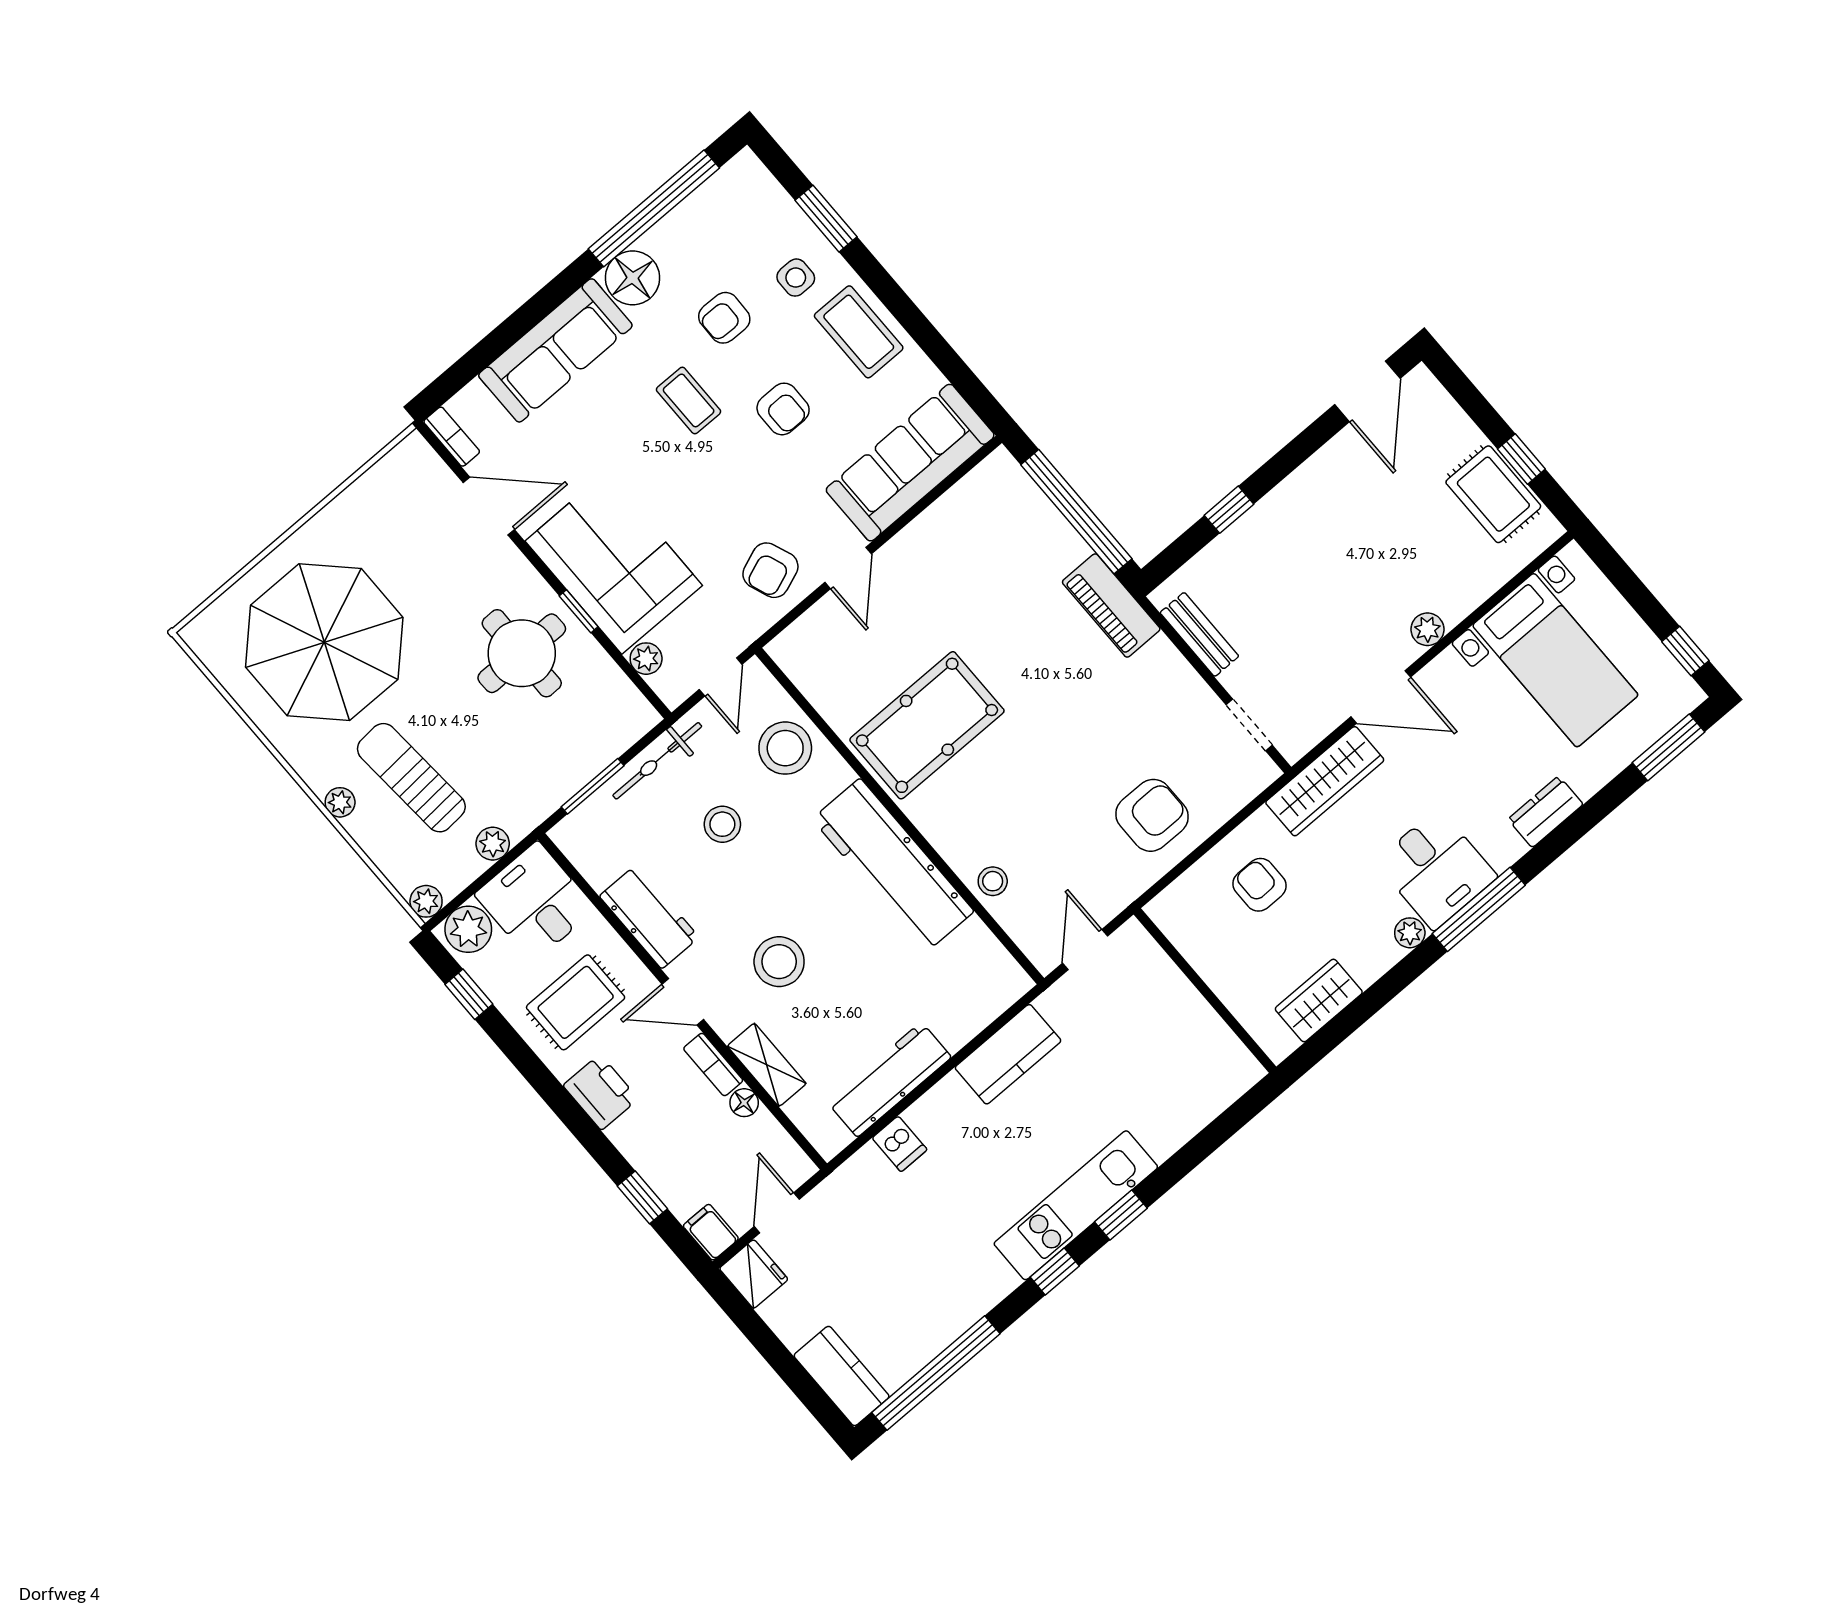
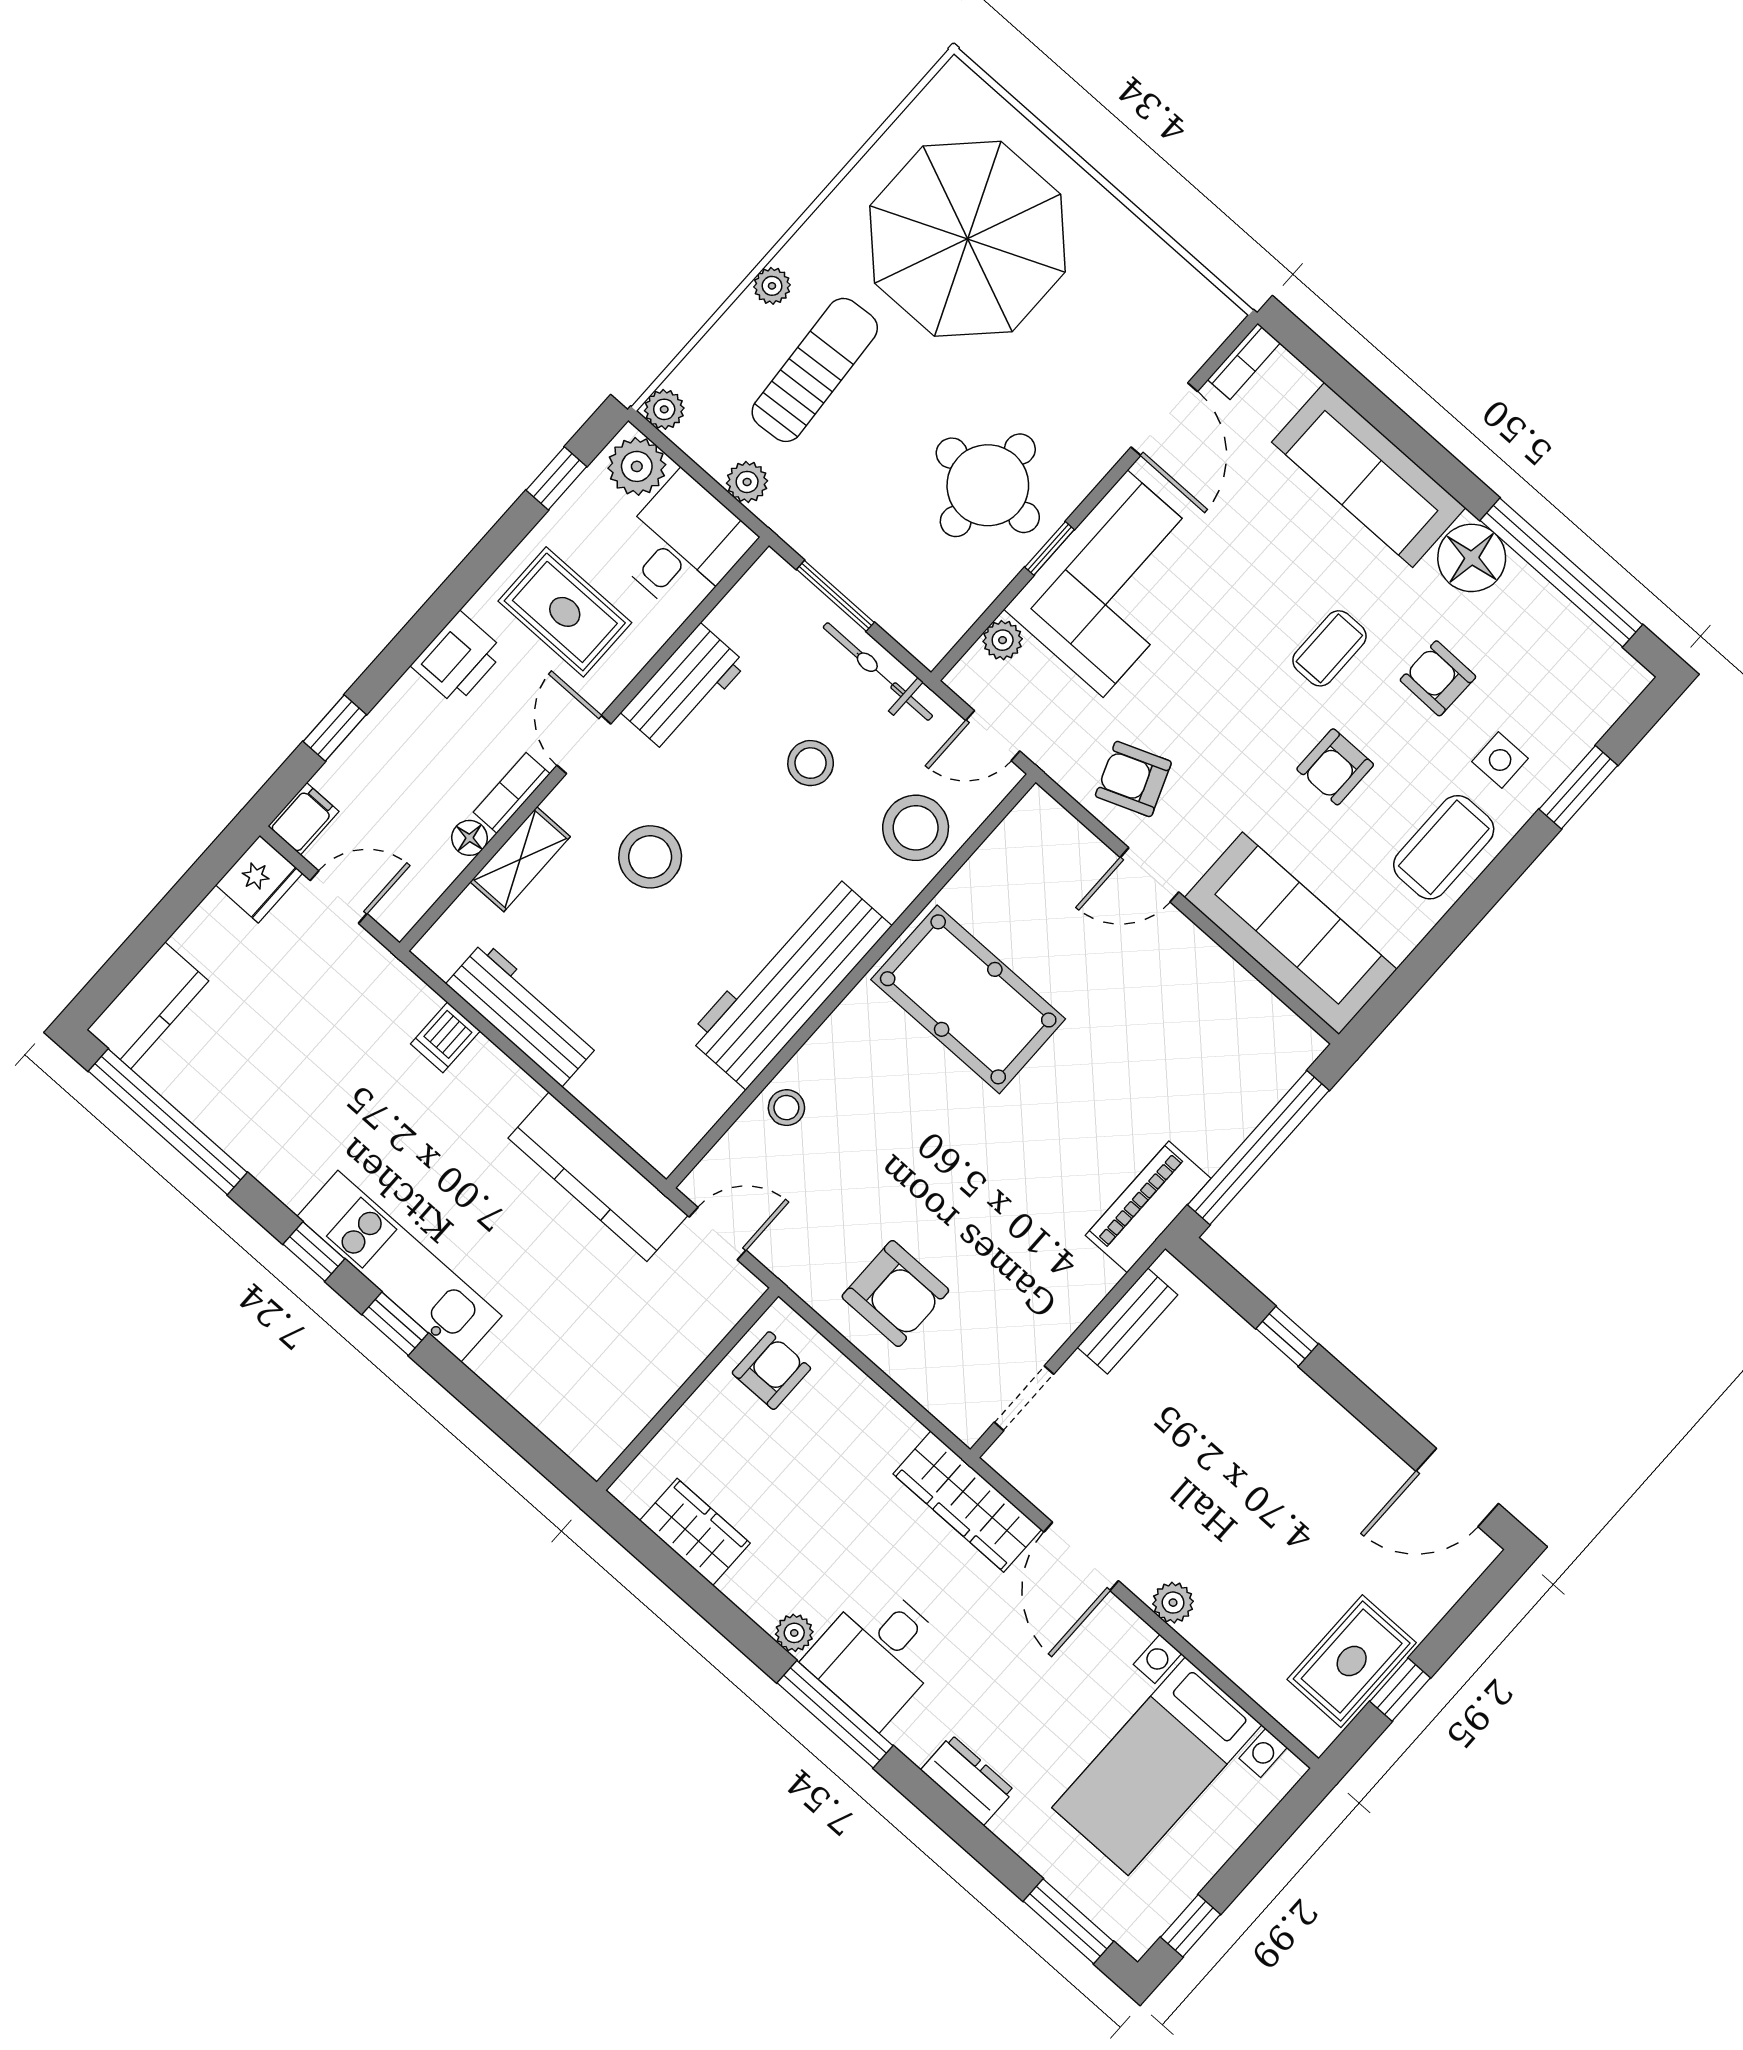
armchair: (1259, 885) -> (771, 1371), moved
kitchen counter: (1008, 1054) -> (598, 1177), width x1.50

